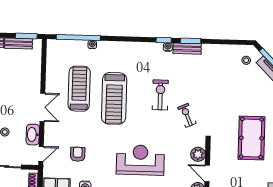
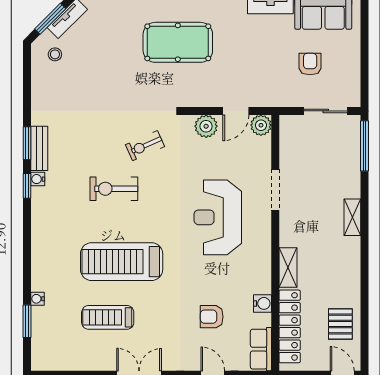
window: (78, 38) -> (27, 321), width x0.47
treadmill: (79, 89) -> (108, 317), width x0.73, depth x0.73
treadmill: (114, 98) -> (122, 262), turned 180

